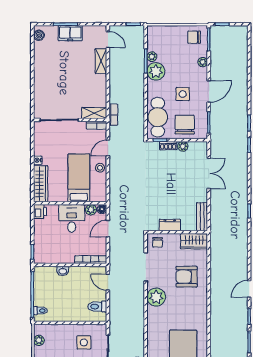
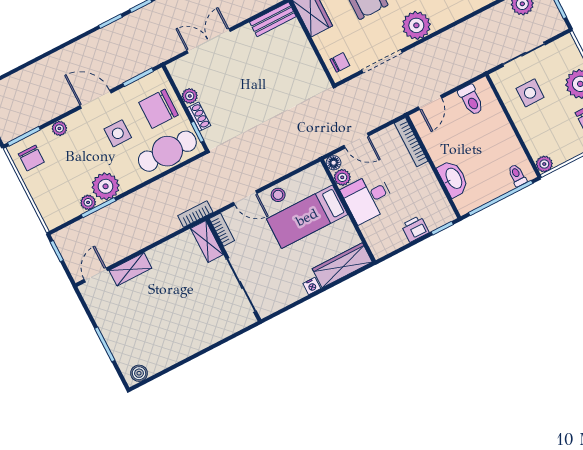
freezer: (70, 33) -> (114, 331), removed
printer: (40, 212) -> (415, 229), moved
dresser: (170, 225) -> (307, 58), removed
washbasin: (63, 271) -> (453, 179), width x1.91, depth x1.45
plant: (39, 340) -> (544, 164), moved

